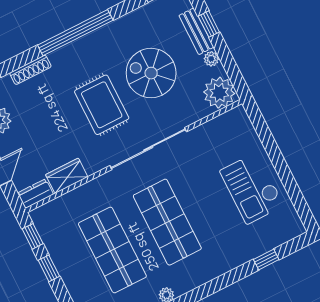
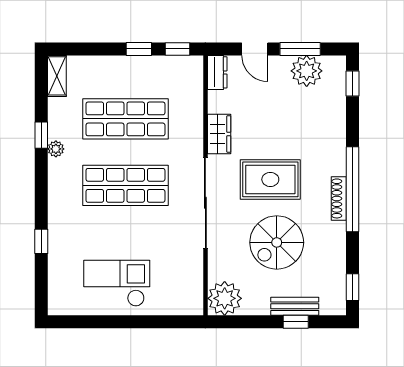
plant: (211, 59) -> (261, 307), removed
shoe rack: (30, 70) -> (339, 198), moved
spiral stairs: (151, 73) -> (277, 242), turned 180
wardrobe: (67, 176) -> (219, 134), moved
window: (266, 260) -> (41, 241), moved

